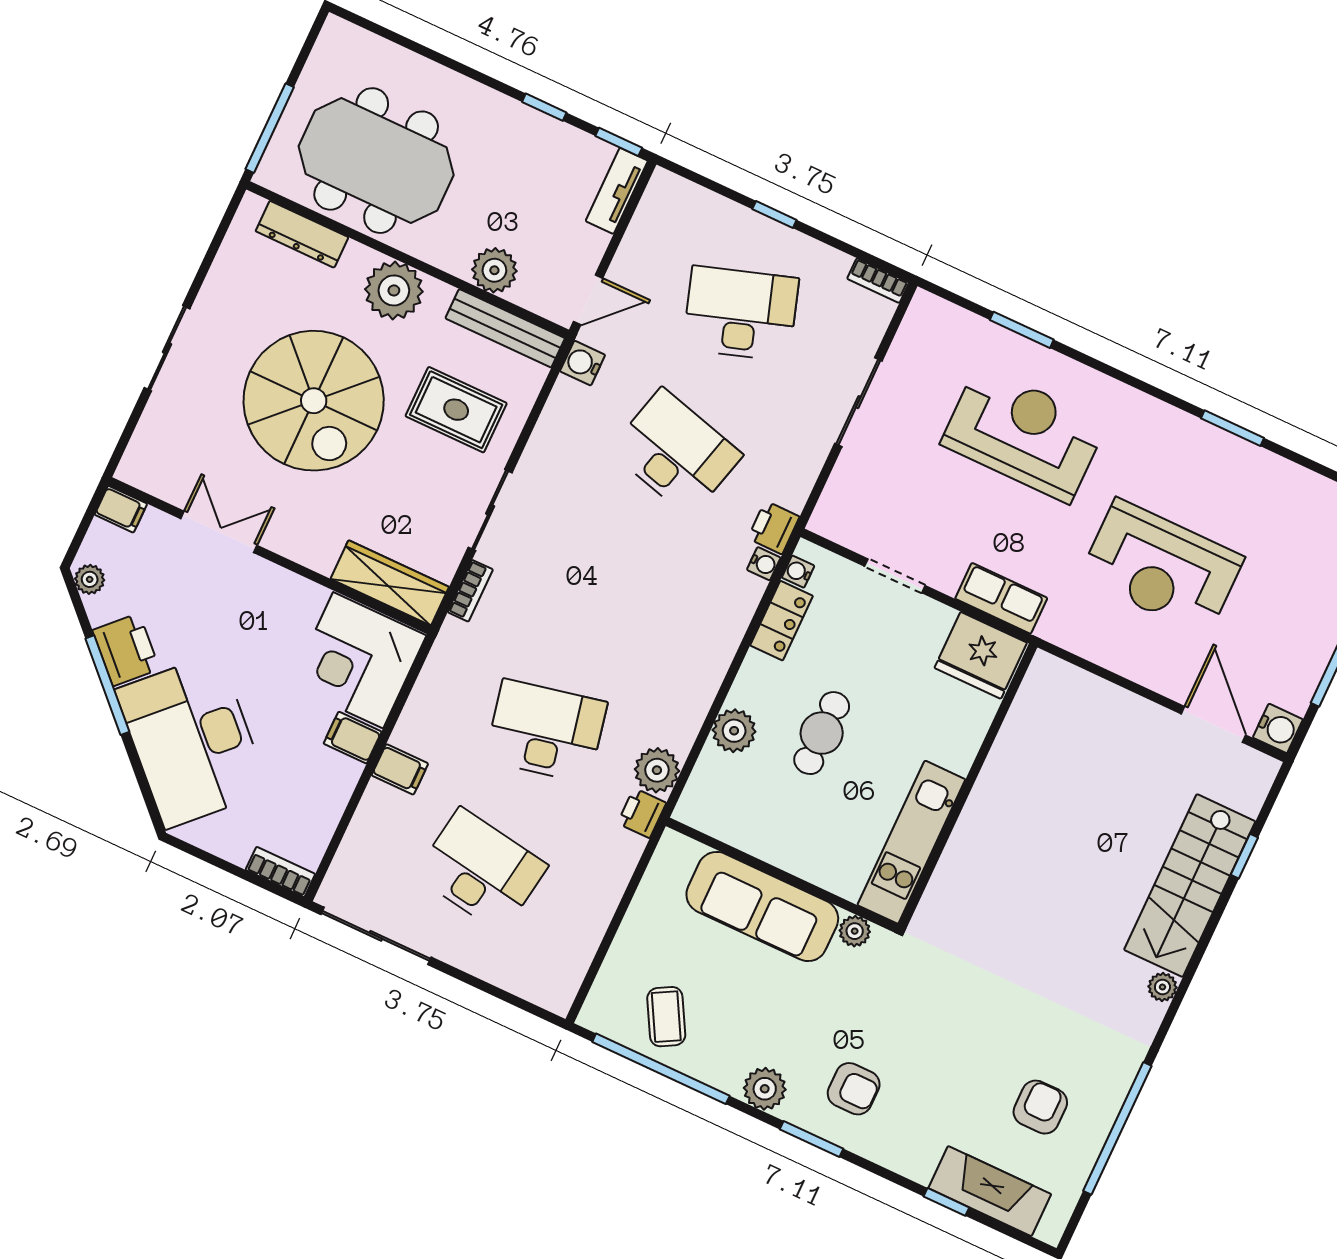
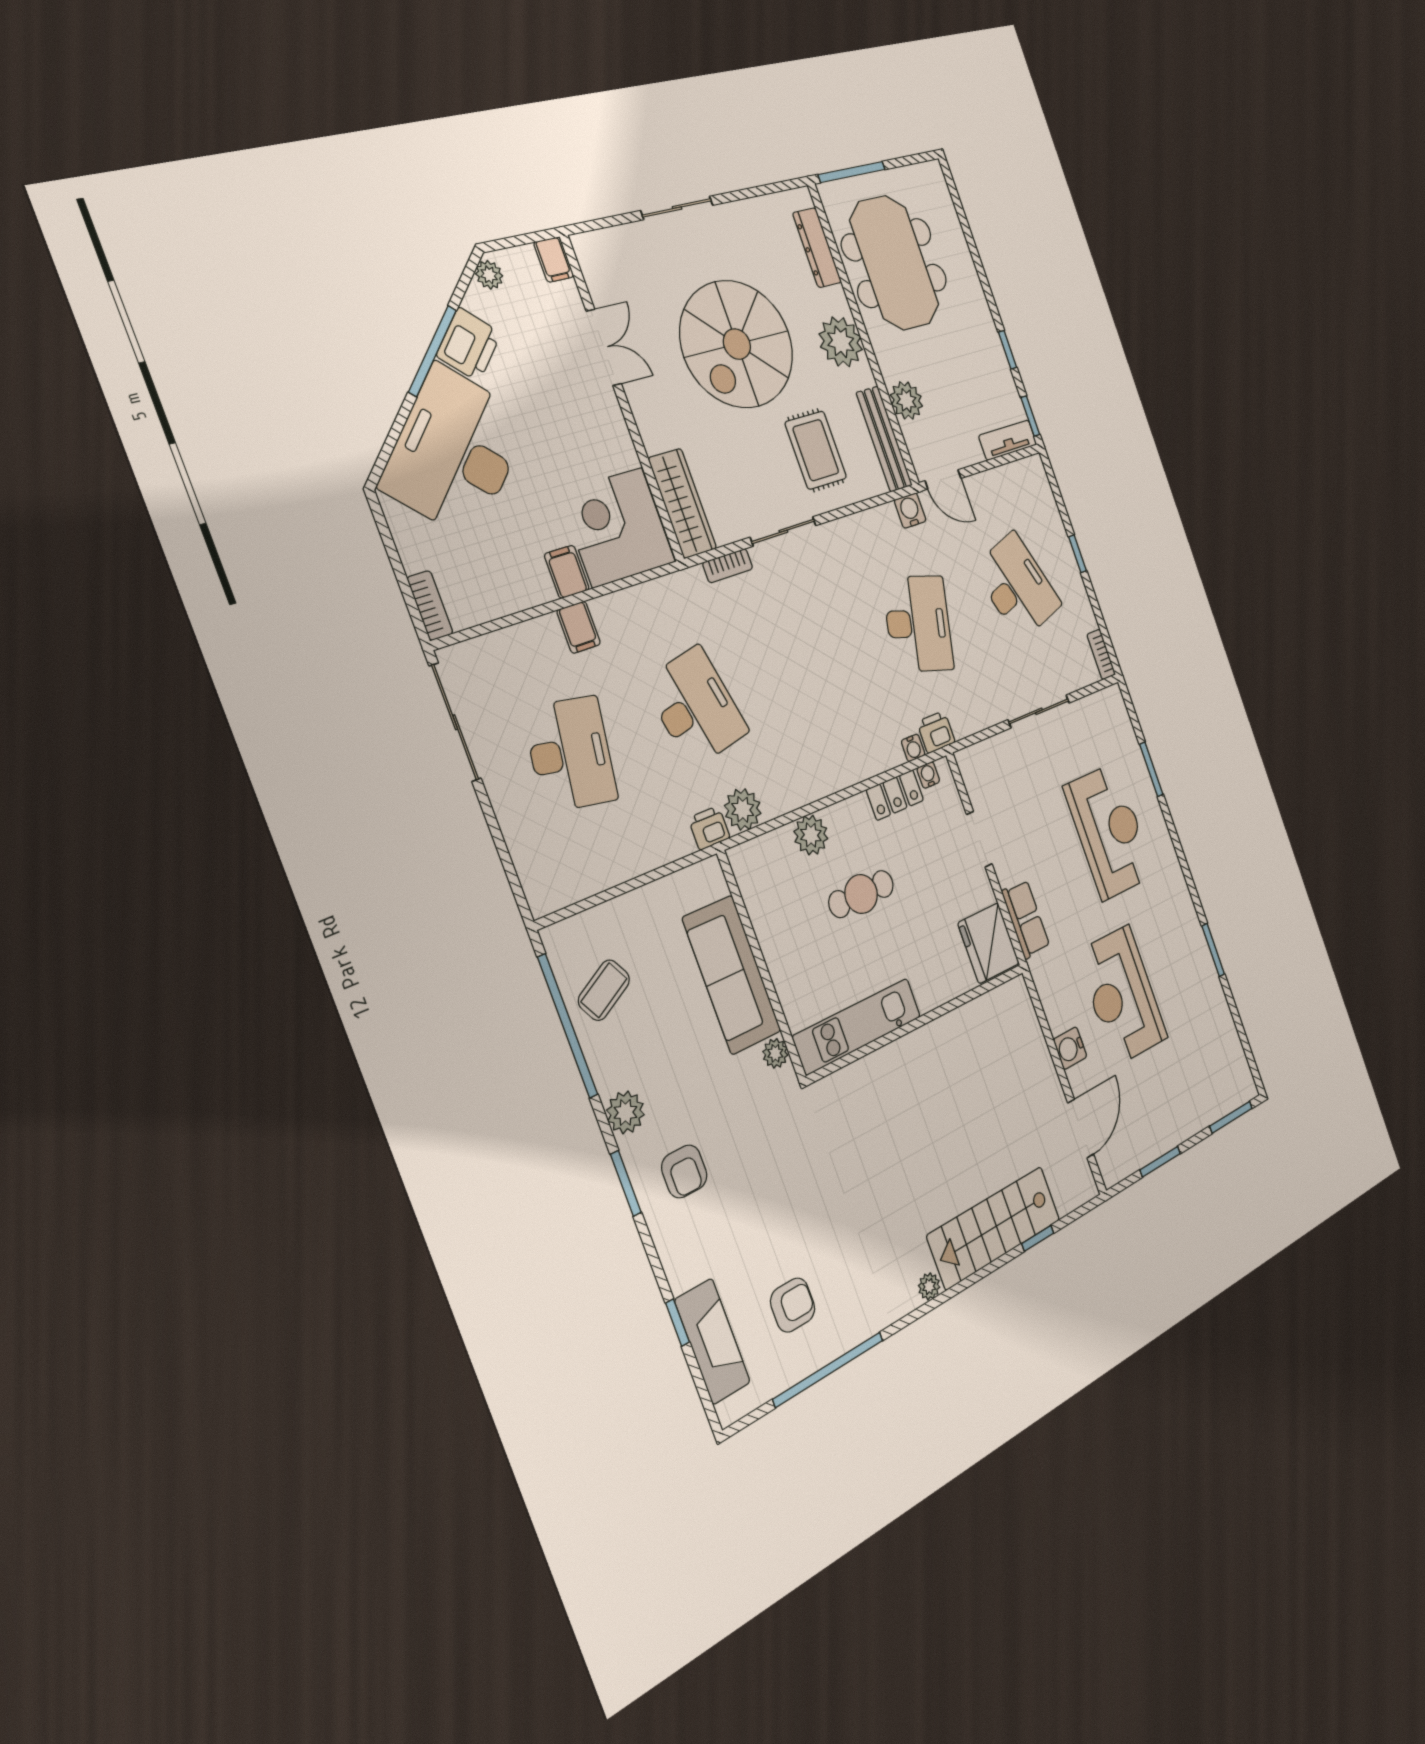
water cooler: (1278, 728) -> (1070, 1048), moved, turned 90

